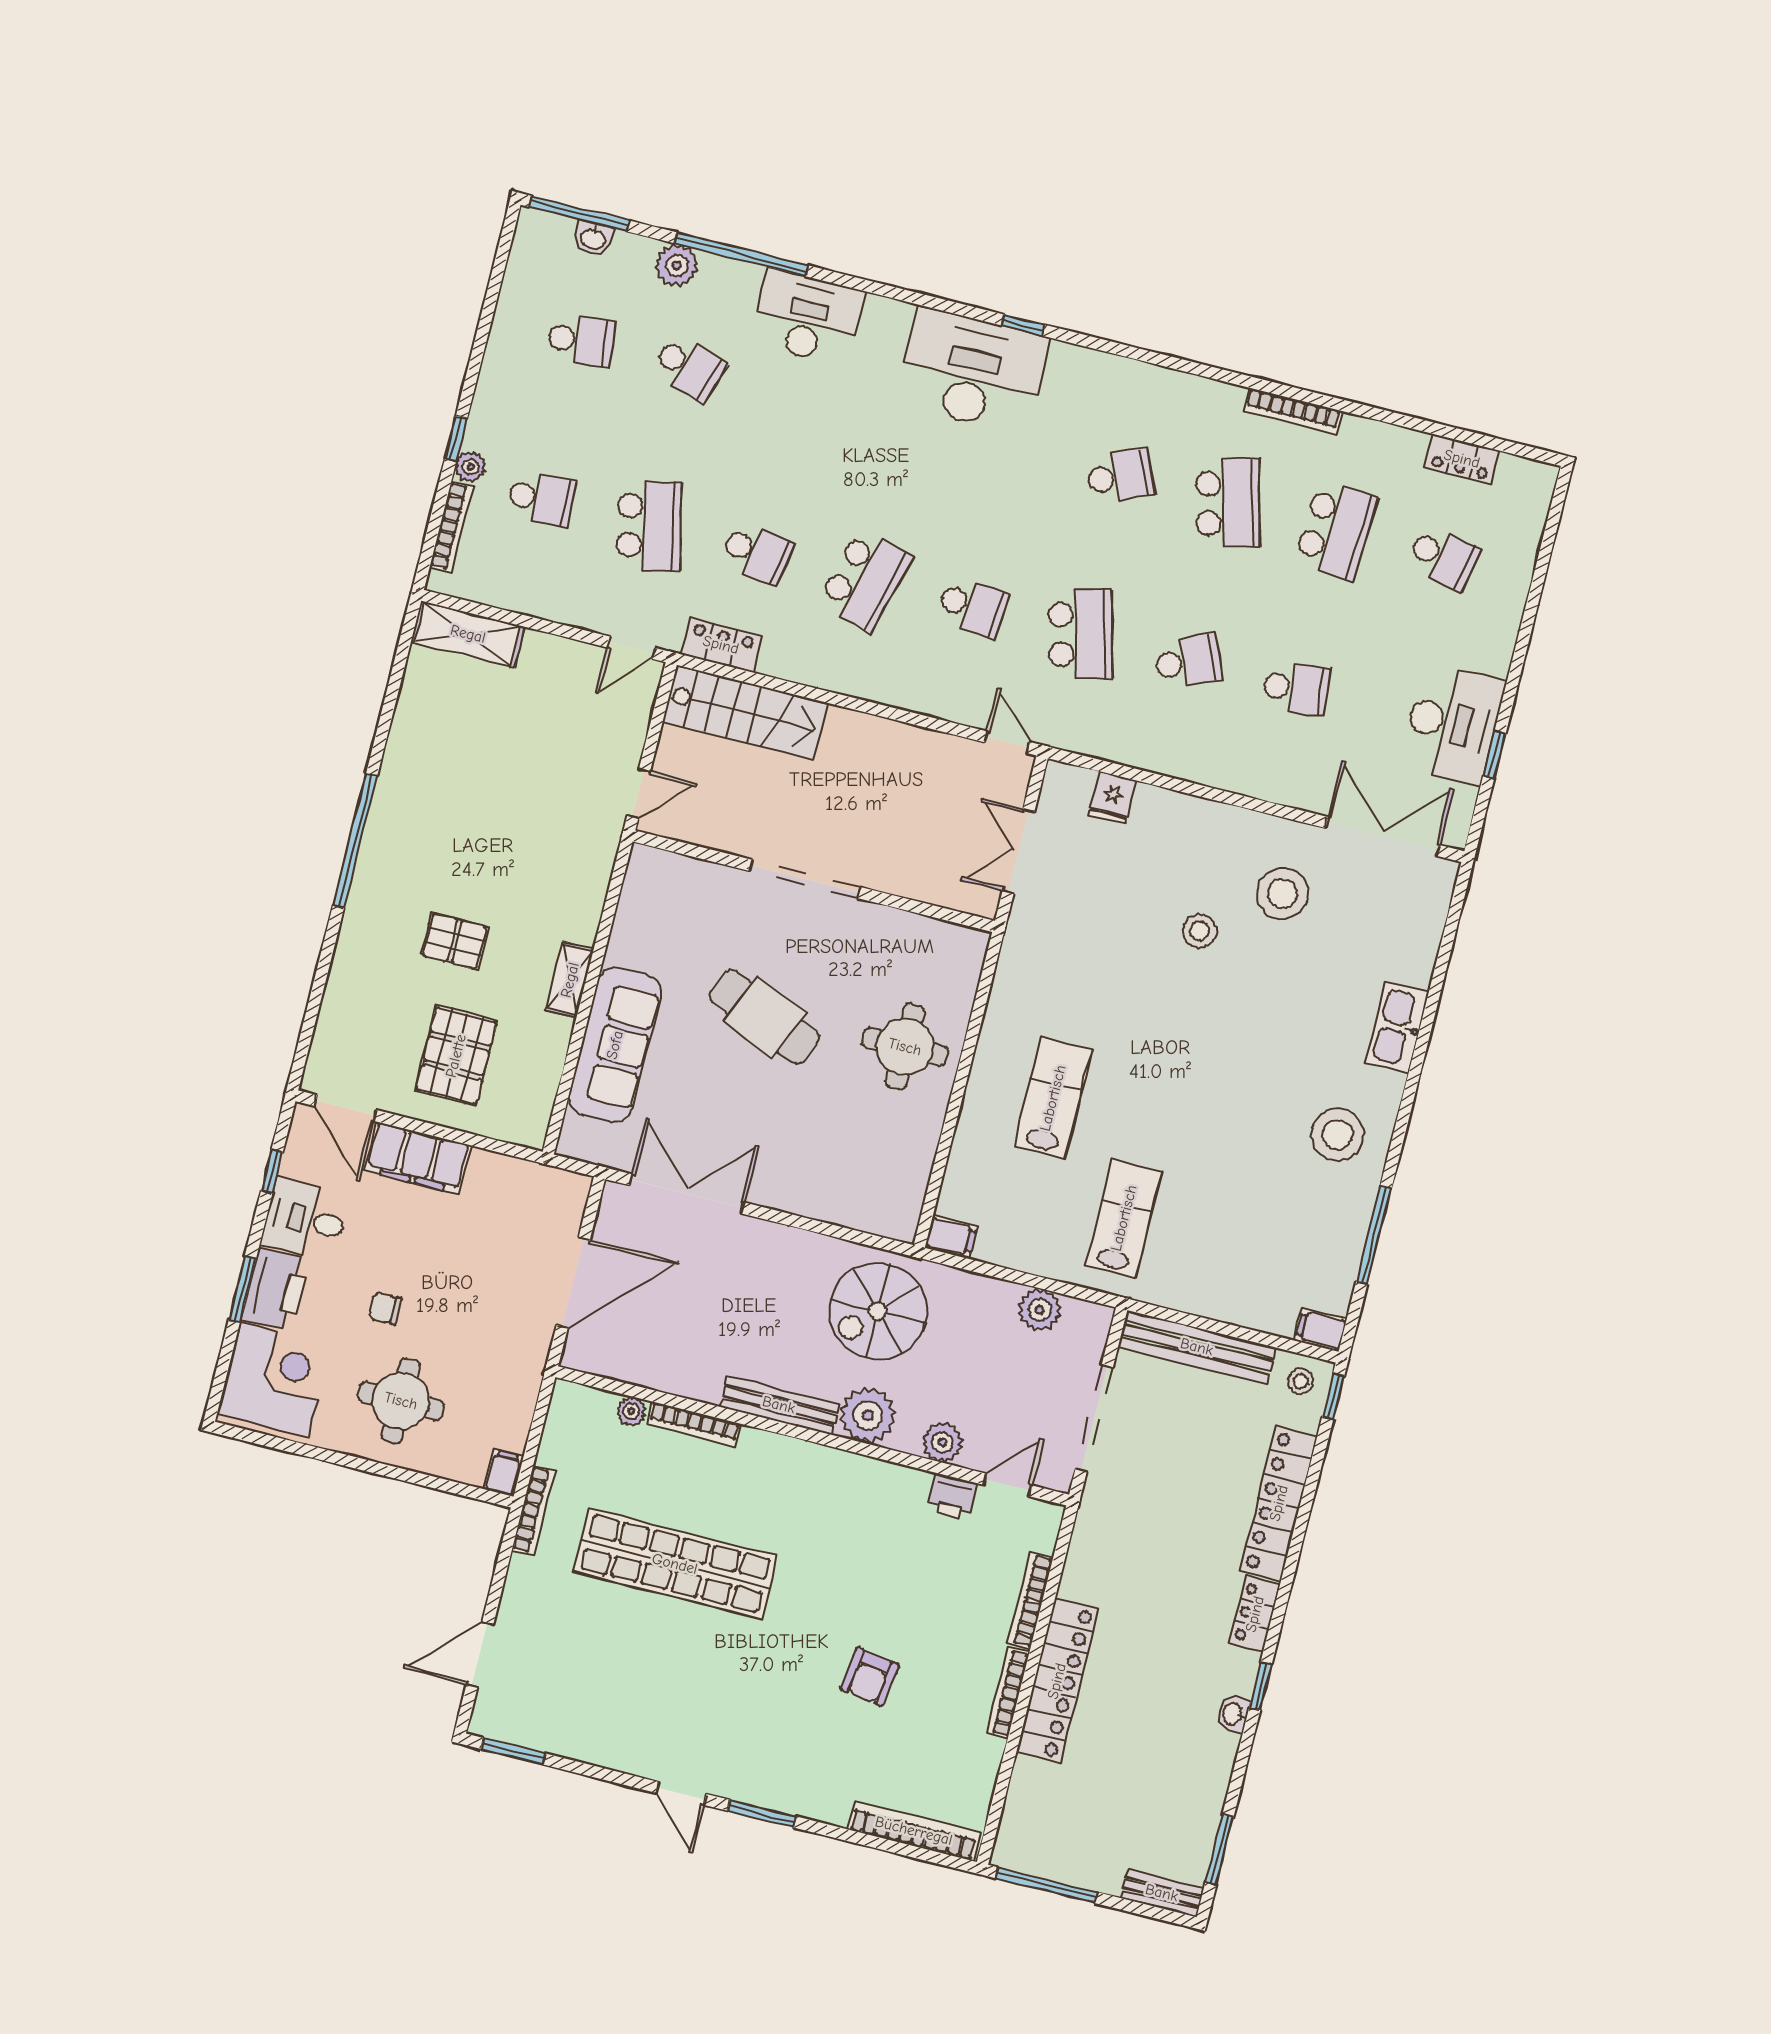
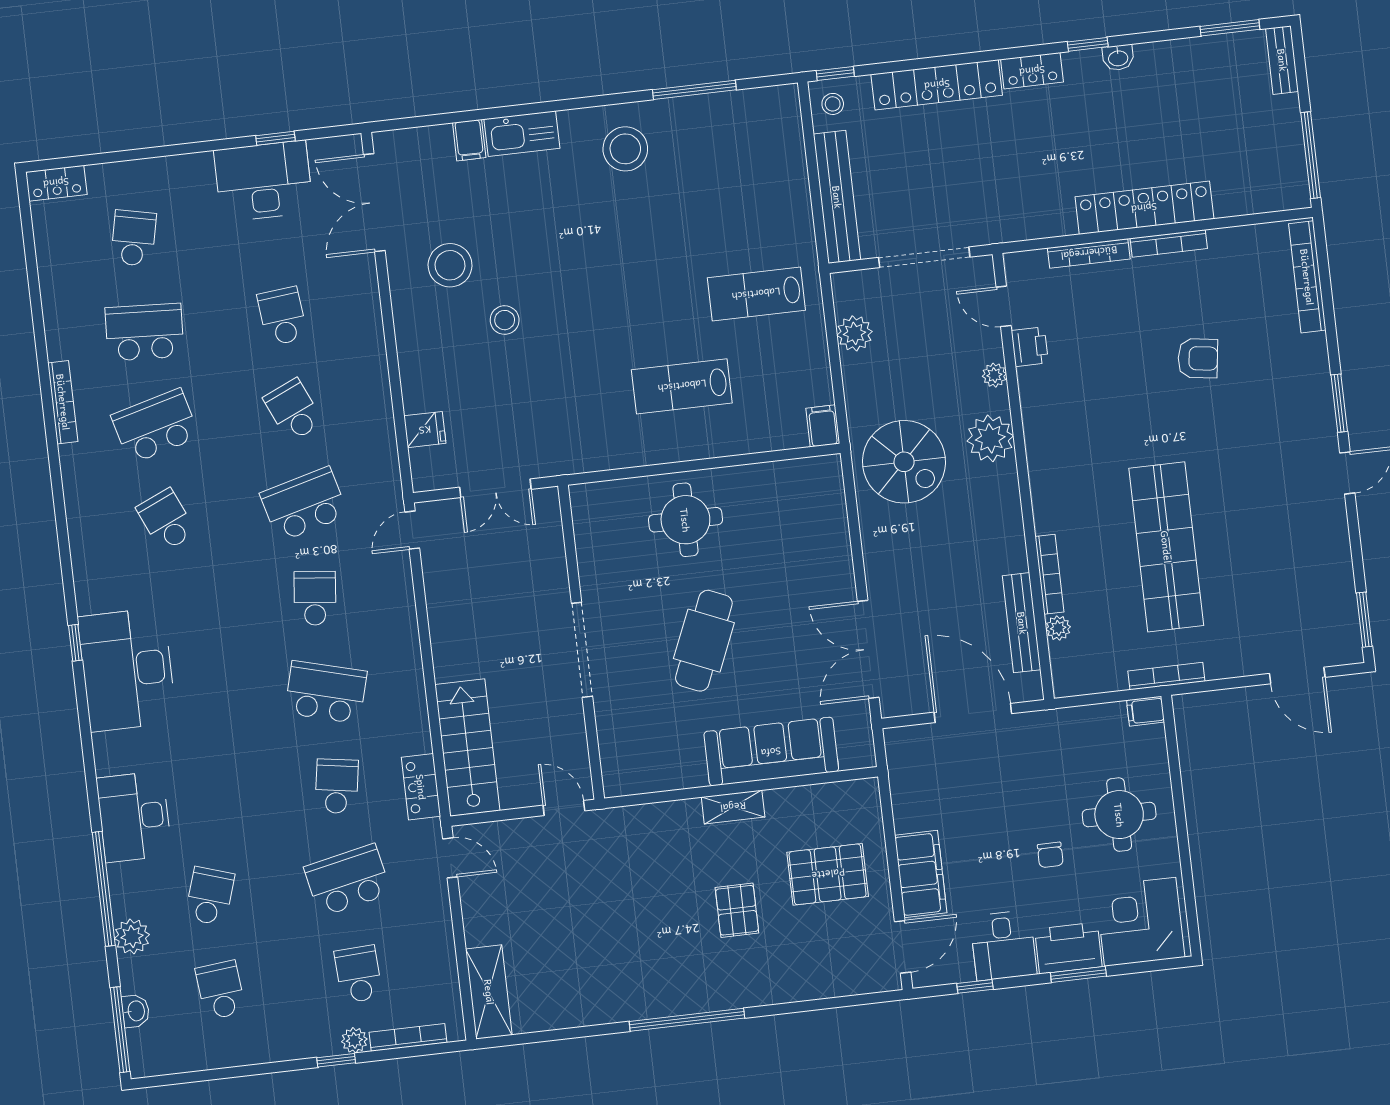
locker: (1462, 459) -> (56, 183), moved, turned 90
filing cabinet: (1321, 1330) -> (469, 140), moved
bench: (779, 1405) -> (1022, 623), moved
plant: (942, 1442) -> (994, 375), width x0.73, depth x0.73

